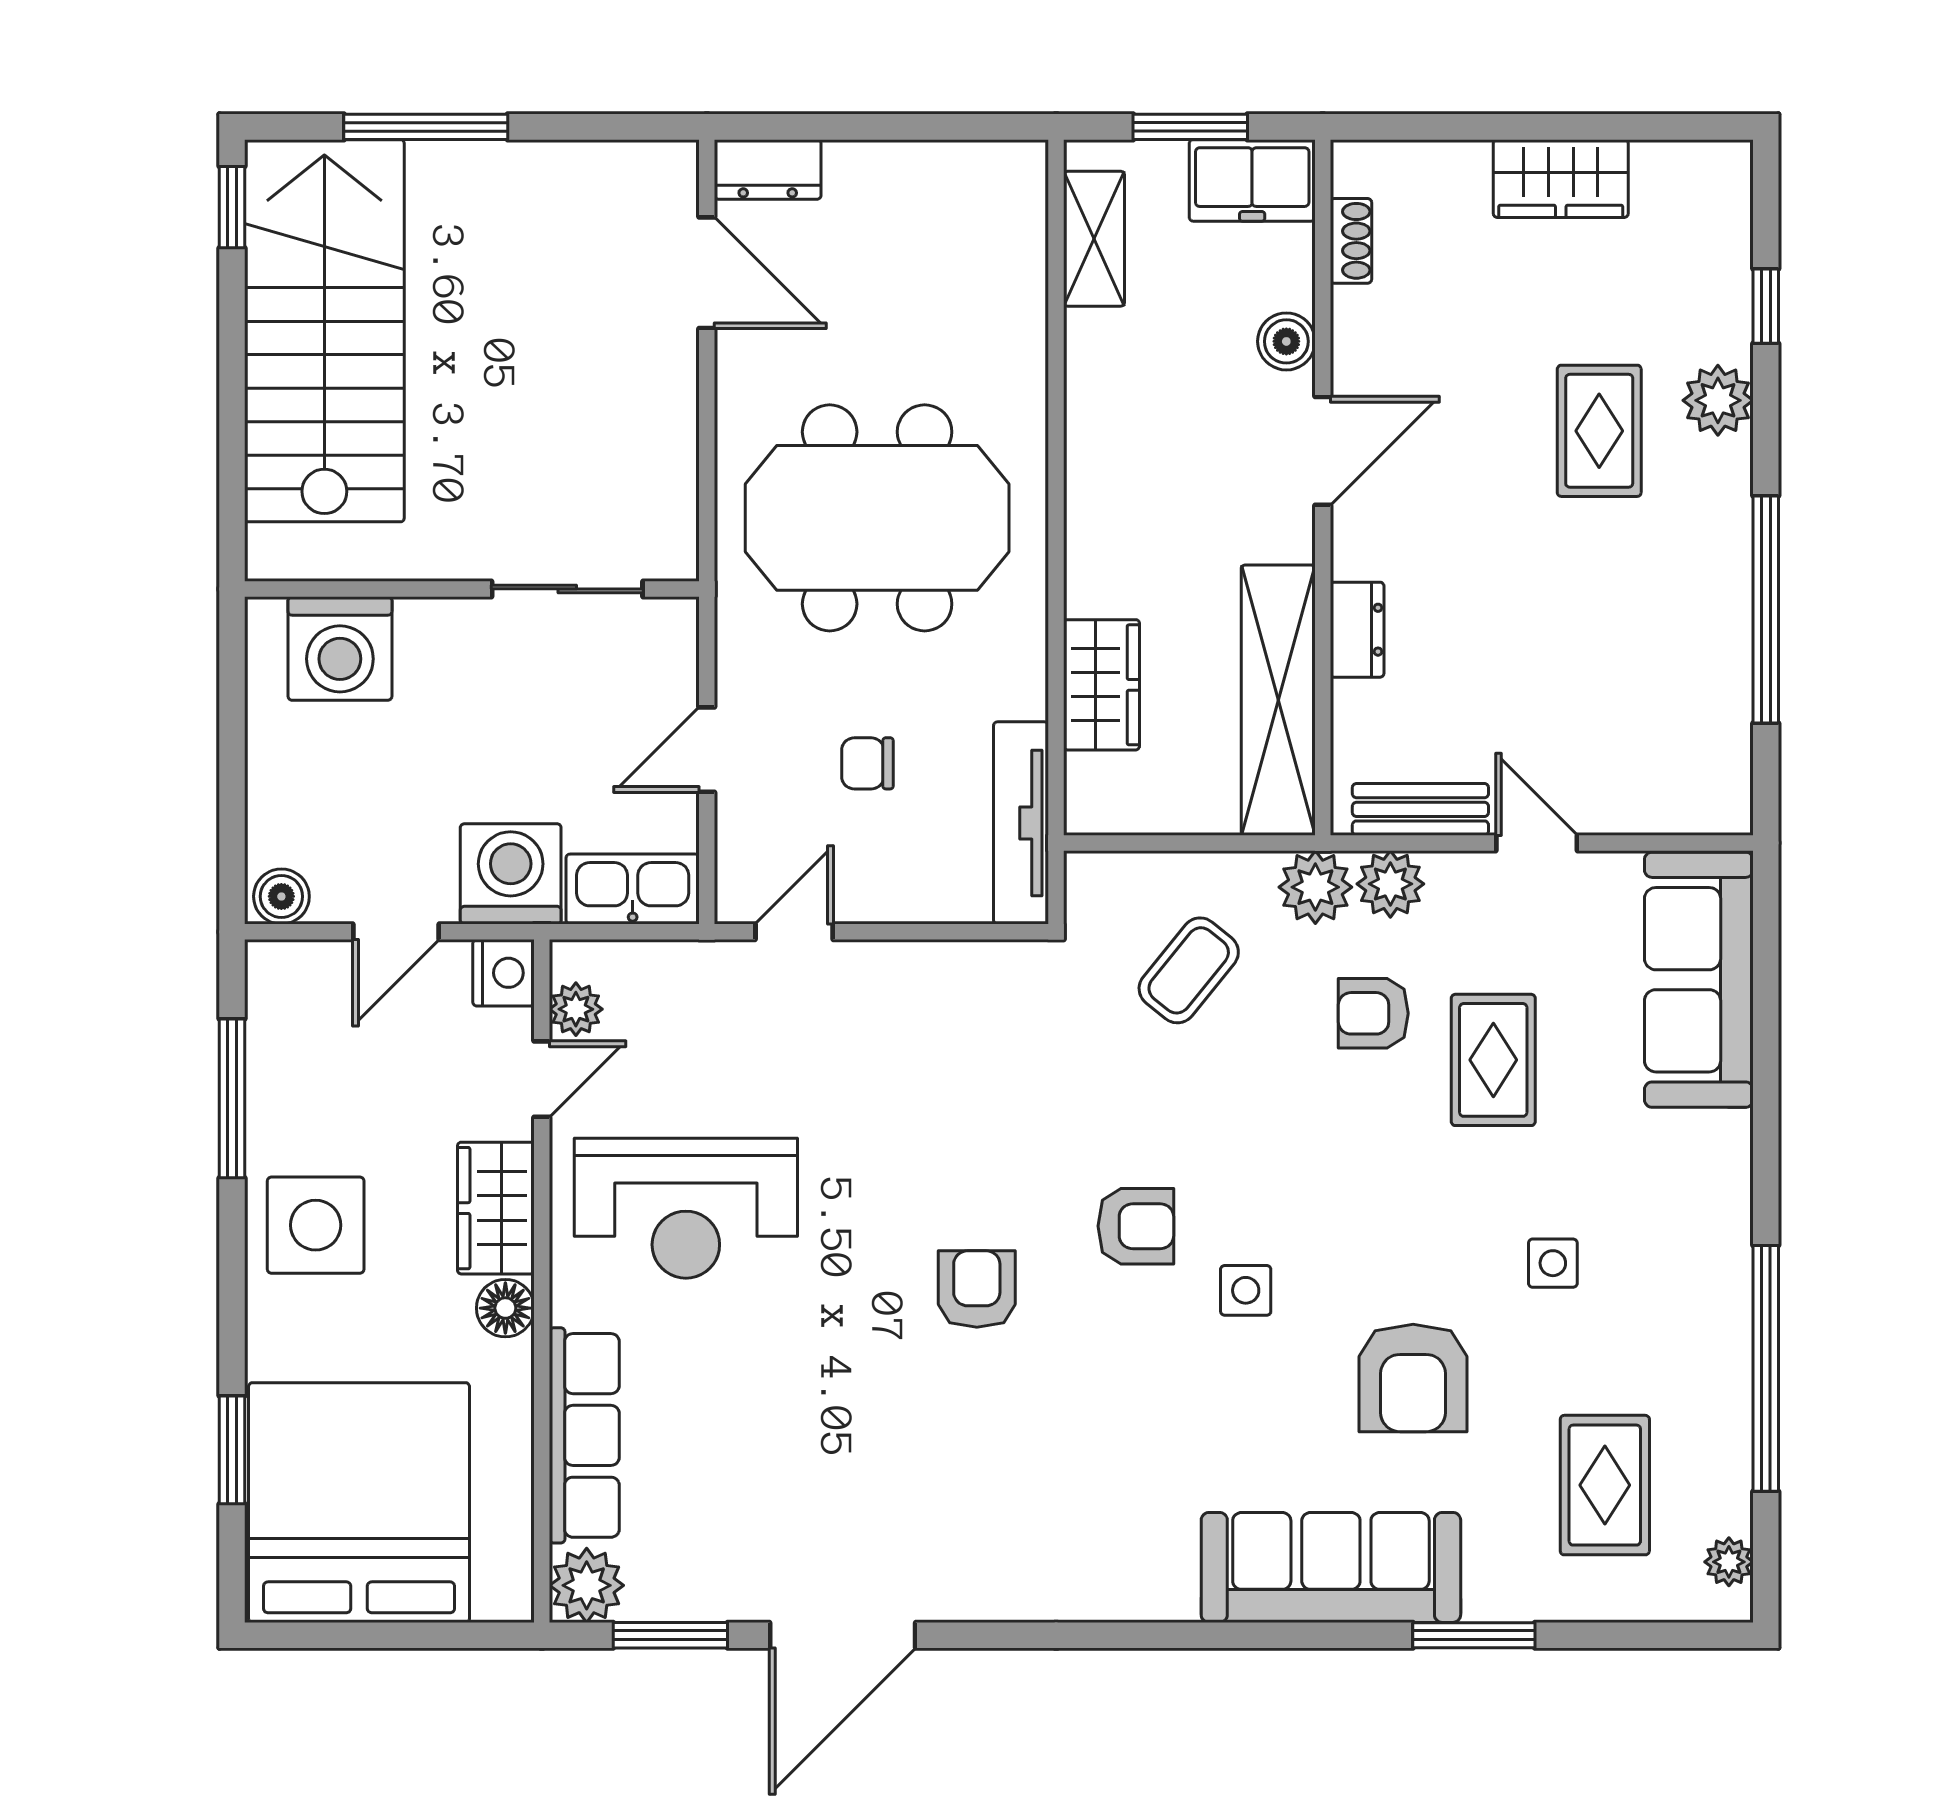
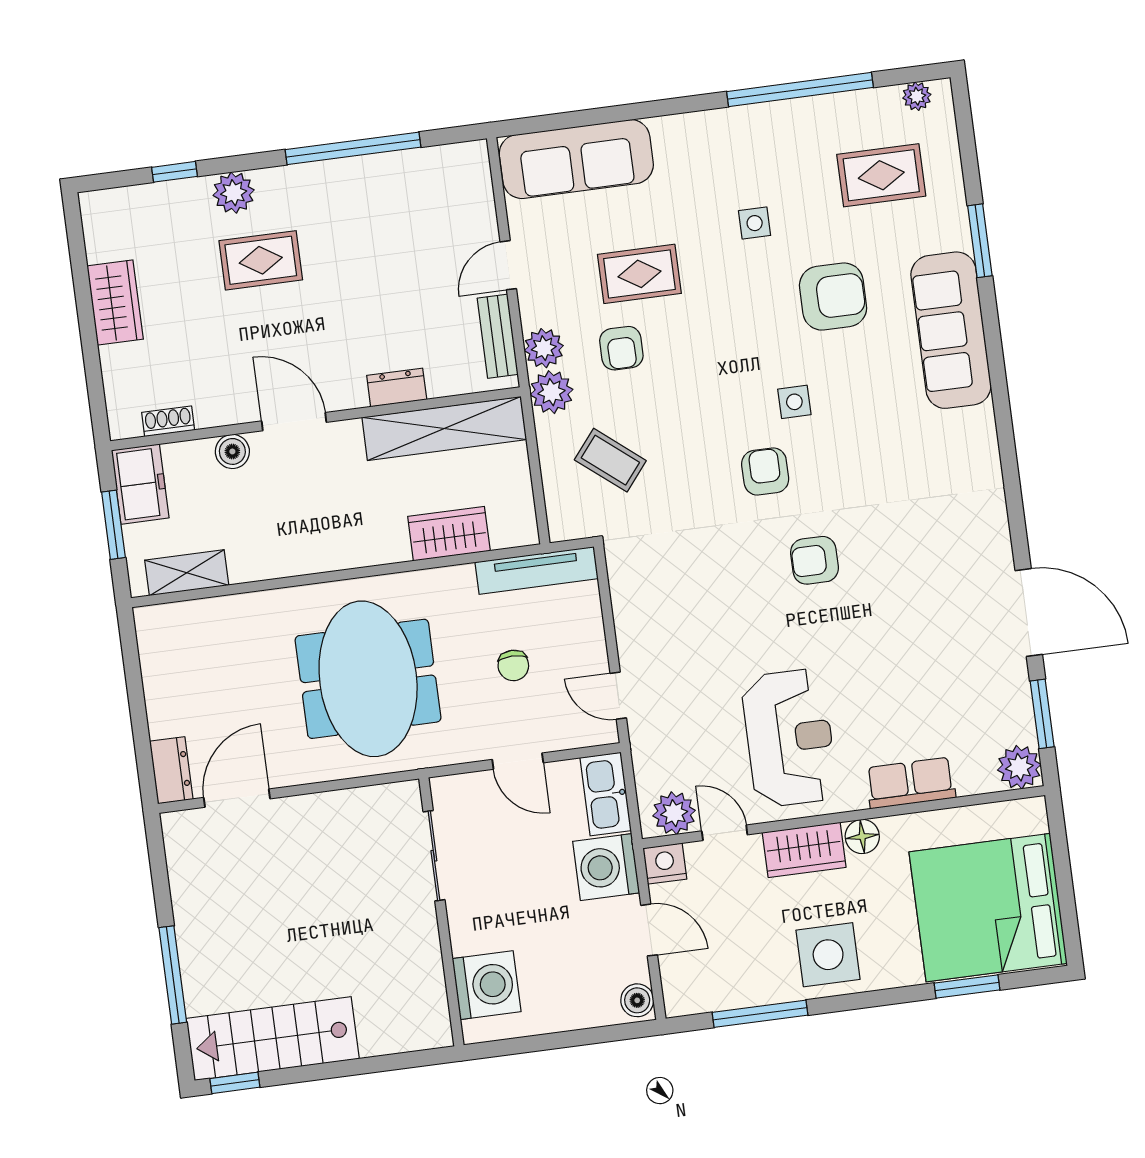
stairs: (324, 331) -> (273, 1039), width x0.73, depth x0.66
plant: (576, 1009) -> (674, 813), width x1.38, depth x1.38
row of seats: (584, 1435) -> (911, 783), width x0.68

